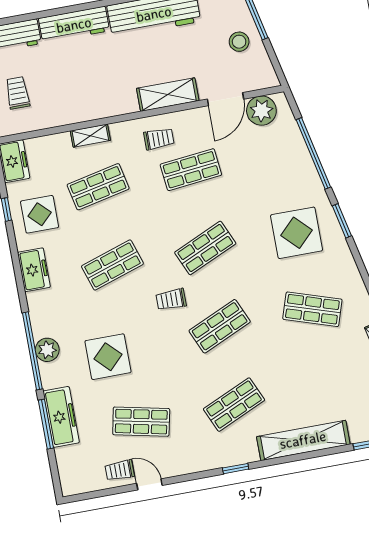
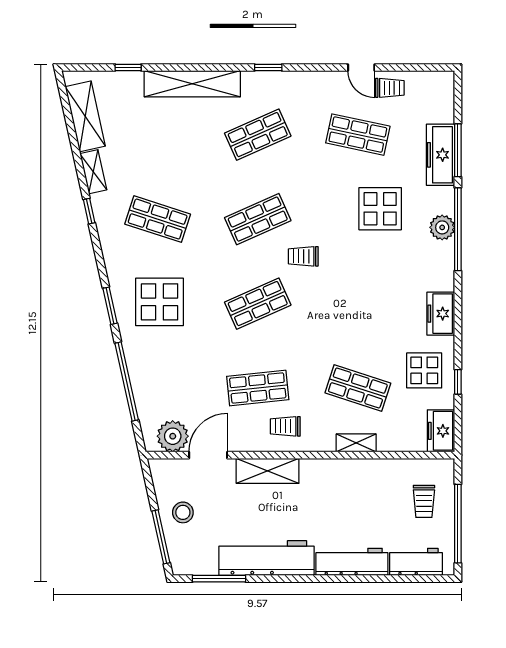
shop shelf: (98, 187) -> (358, 388), turned 30
shop shelf: (112, 265) -> (358, 304), removed
trolley: (171, 299) -> (303, 256), turned 180

